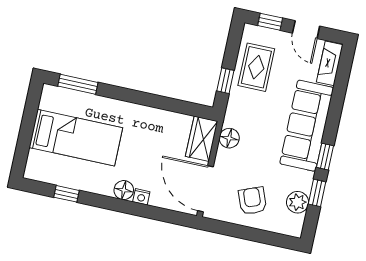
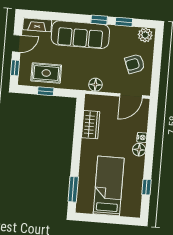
window: (225, 81) -> (46, 91), moved
wardrobe: (202, 139) -> (91, 125), moved, turned -90
door: (206, 189) -> (131, 96), width x0.73
plant: (298, 202) -> (145, 35), moved

